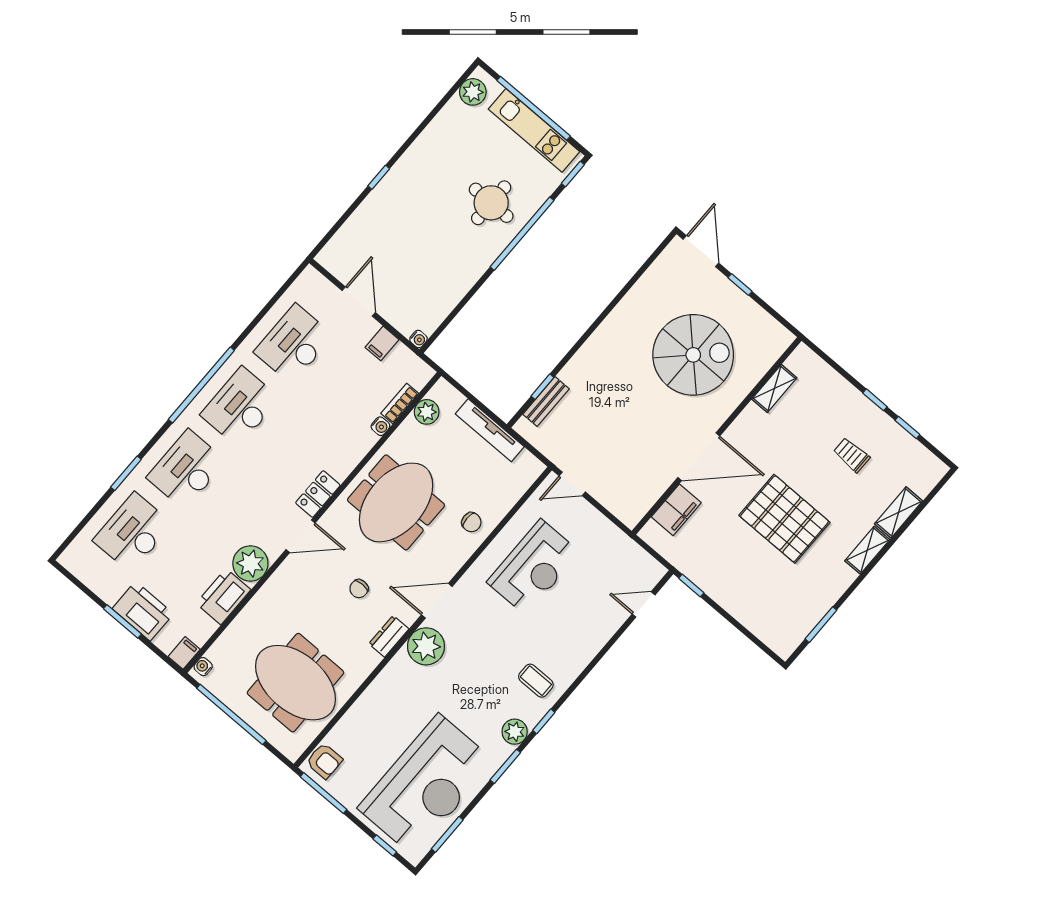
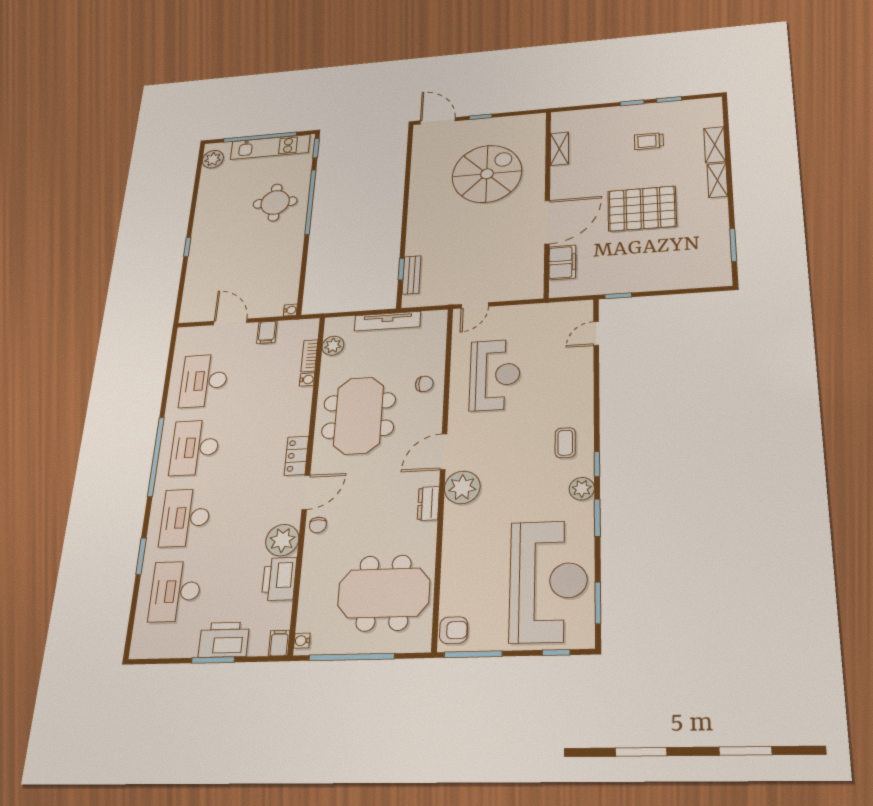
chair: (359, 589) -> (318, 525), moved
coffee table: (536, 681) -> (565, 443), turned 90

